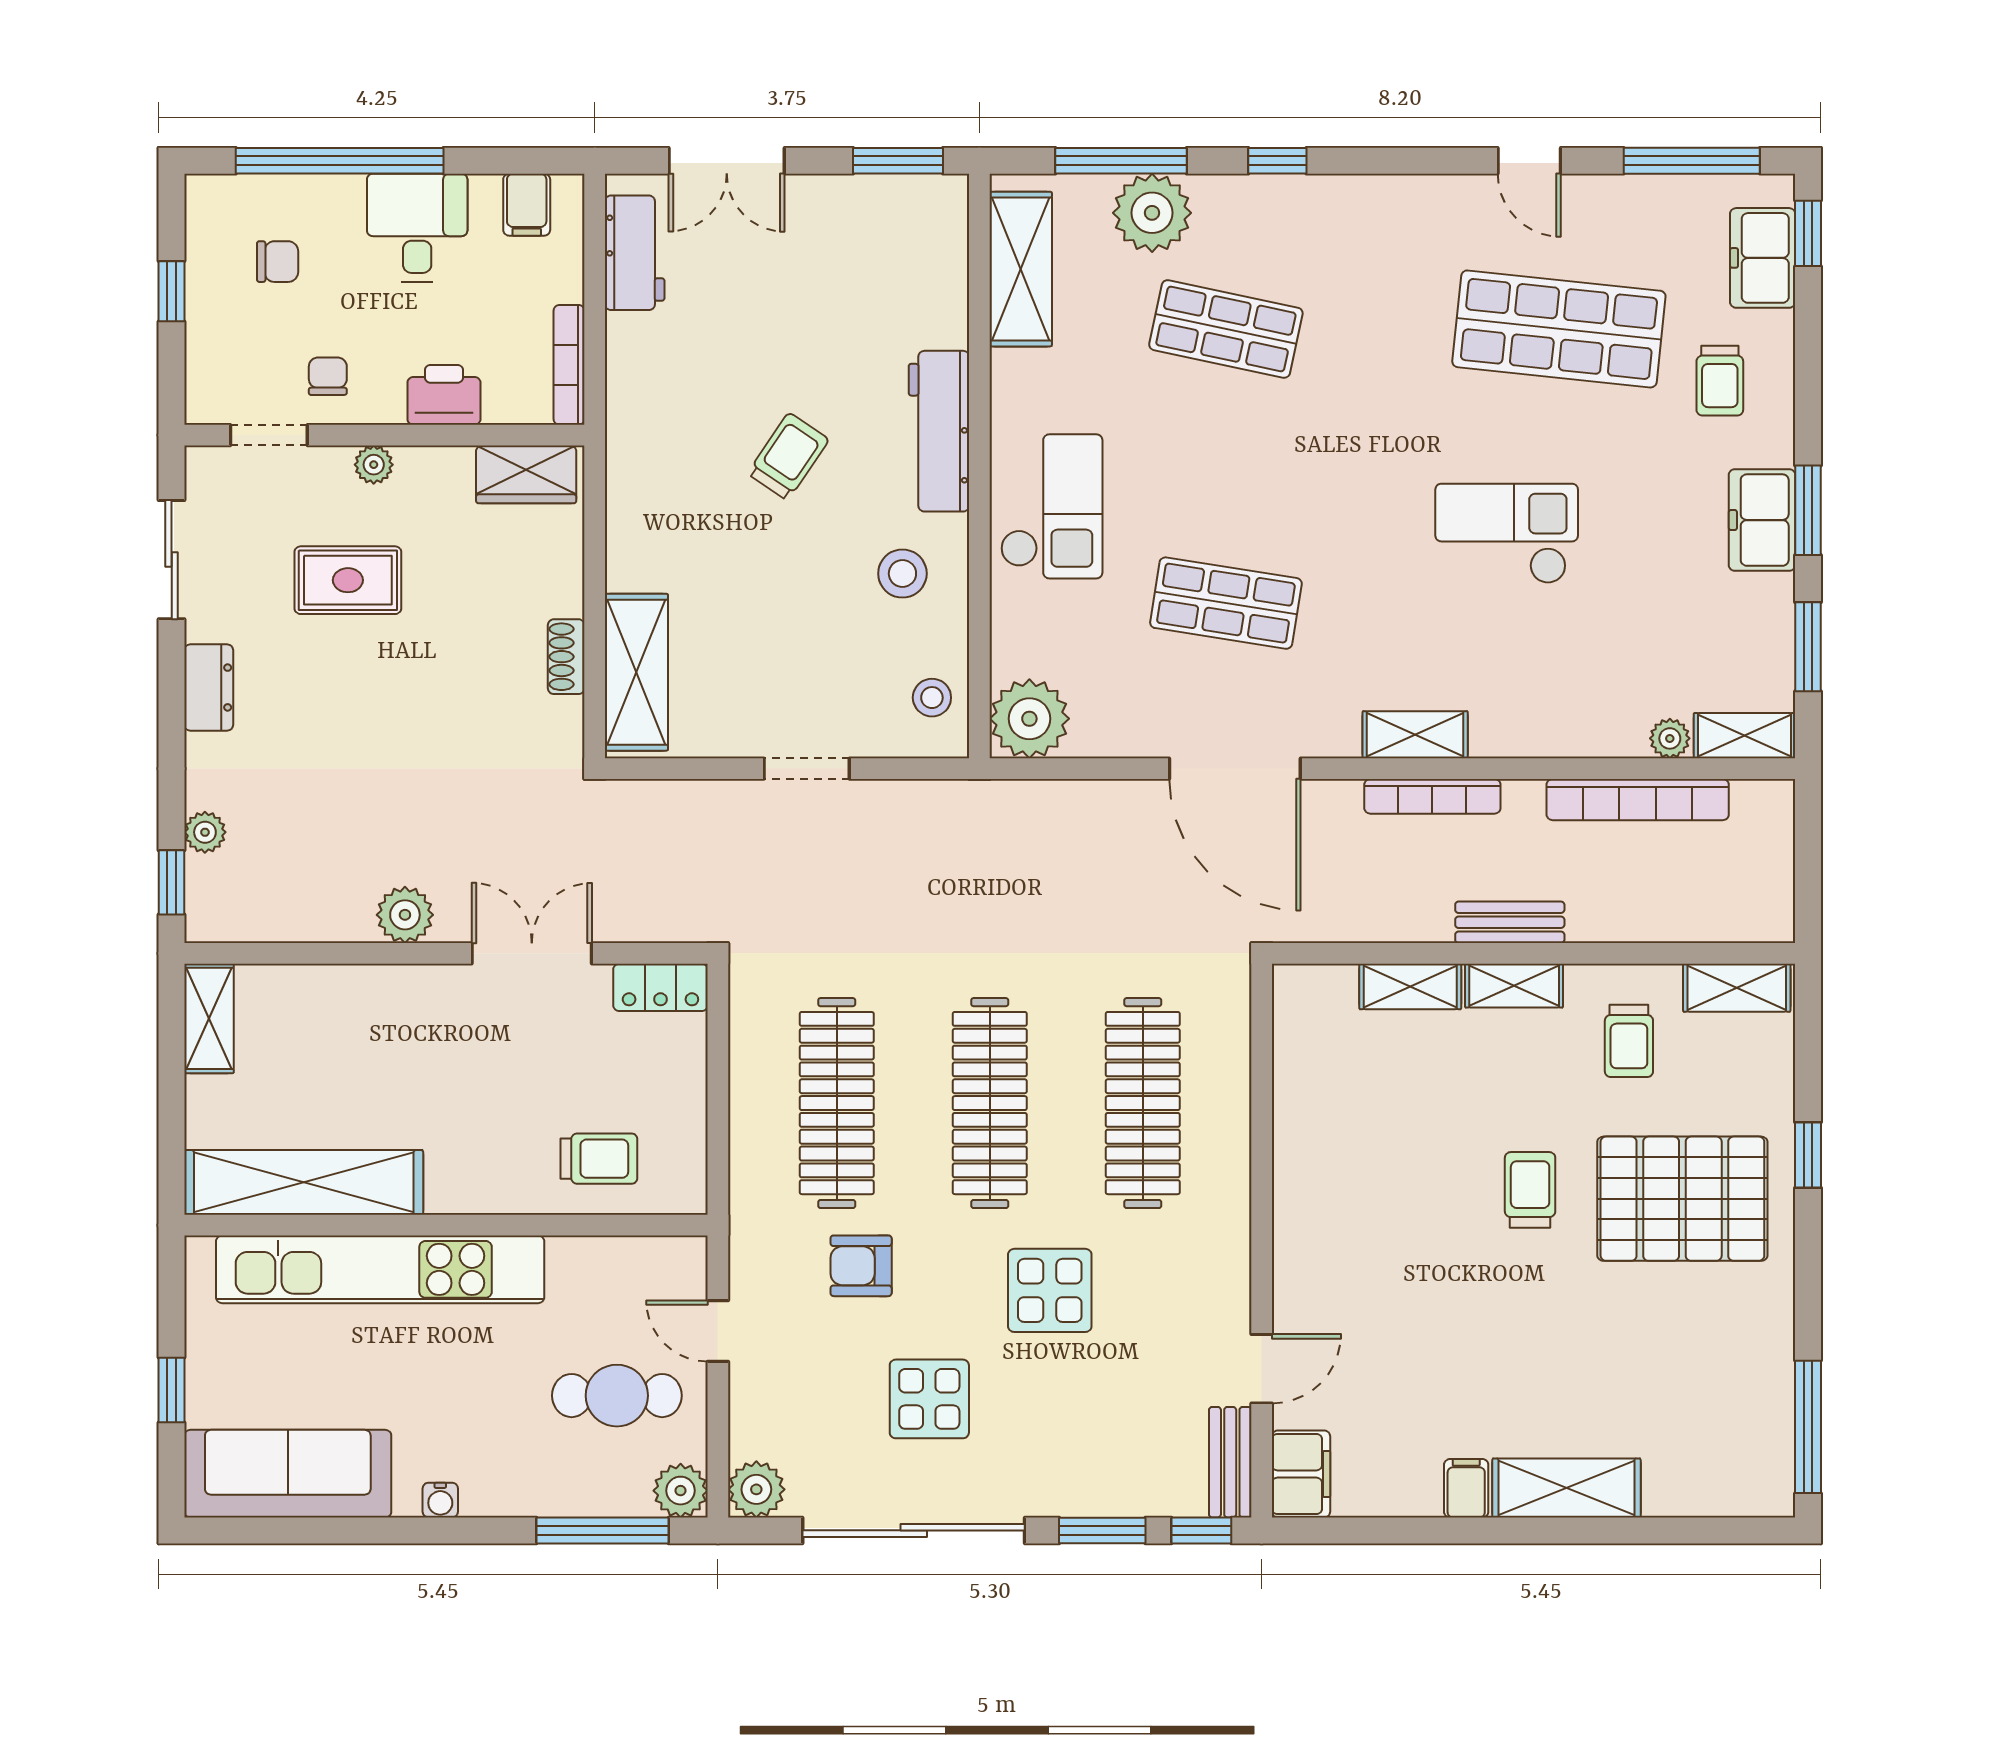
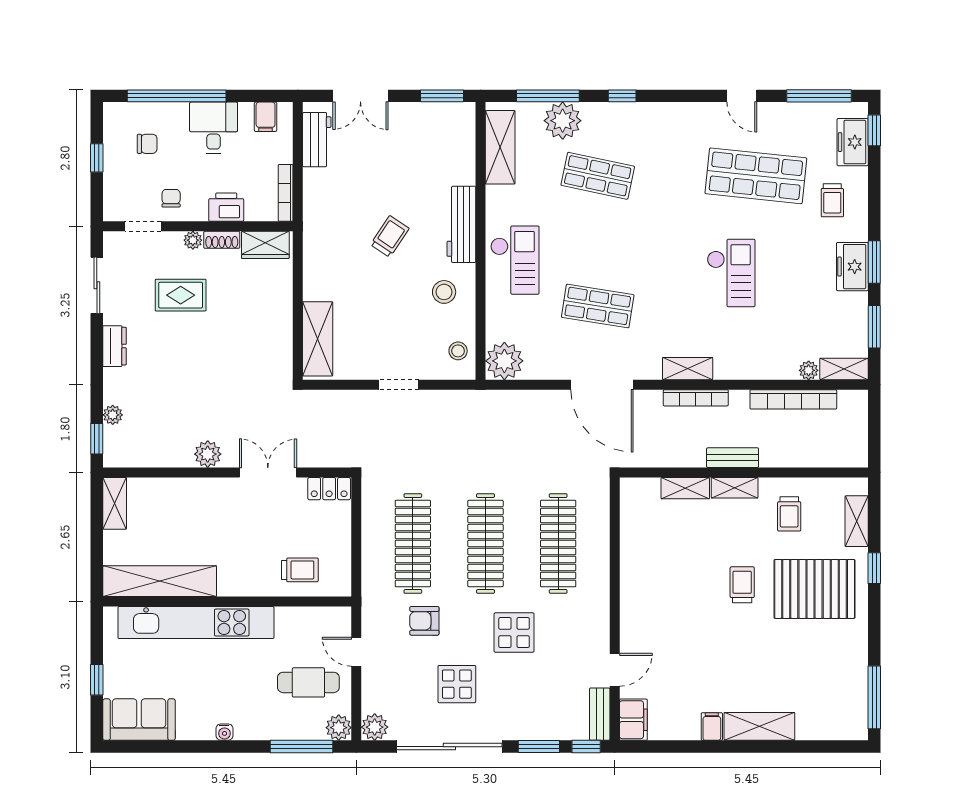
checkout: (1507, 534) -> (731, 273), turned 90
shoe rack: (566, 657) -> (222, 240), moved, turned -90
shelving: (1737, 988) -> (857, 521), moved, turned 90
sofa: (288, 1474) -> (139, 720), width x0.73

